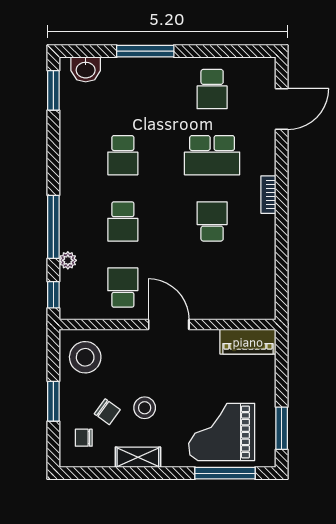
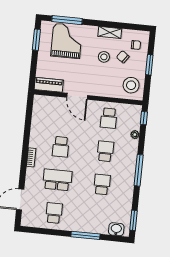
window: (53, 227) -> (139, 170), moved
door: (169, 324) -> (77, 96), moved
grand piano: (222, 432) -> (67, 41), turned -90

